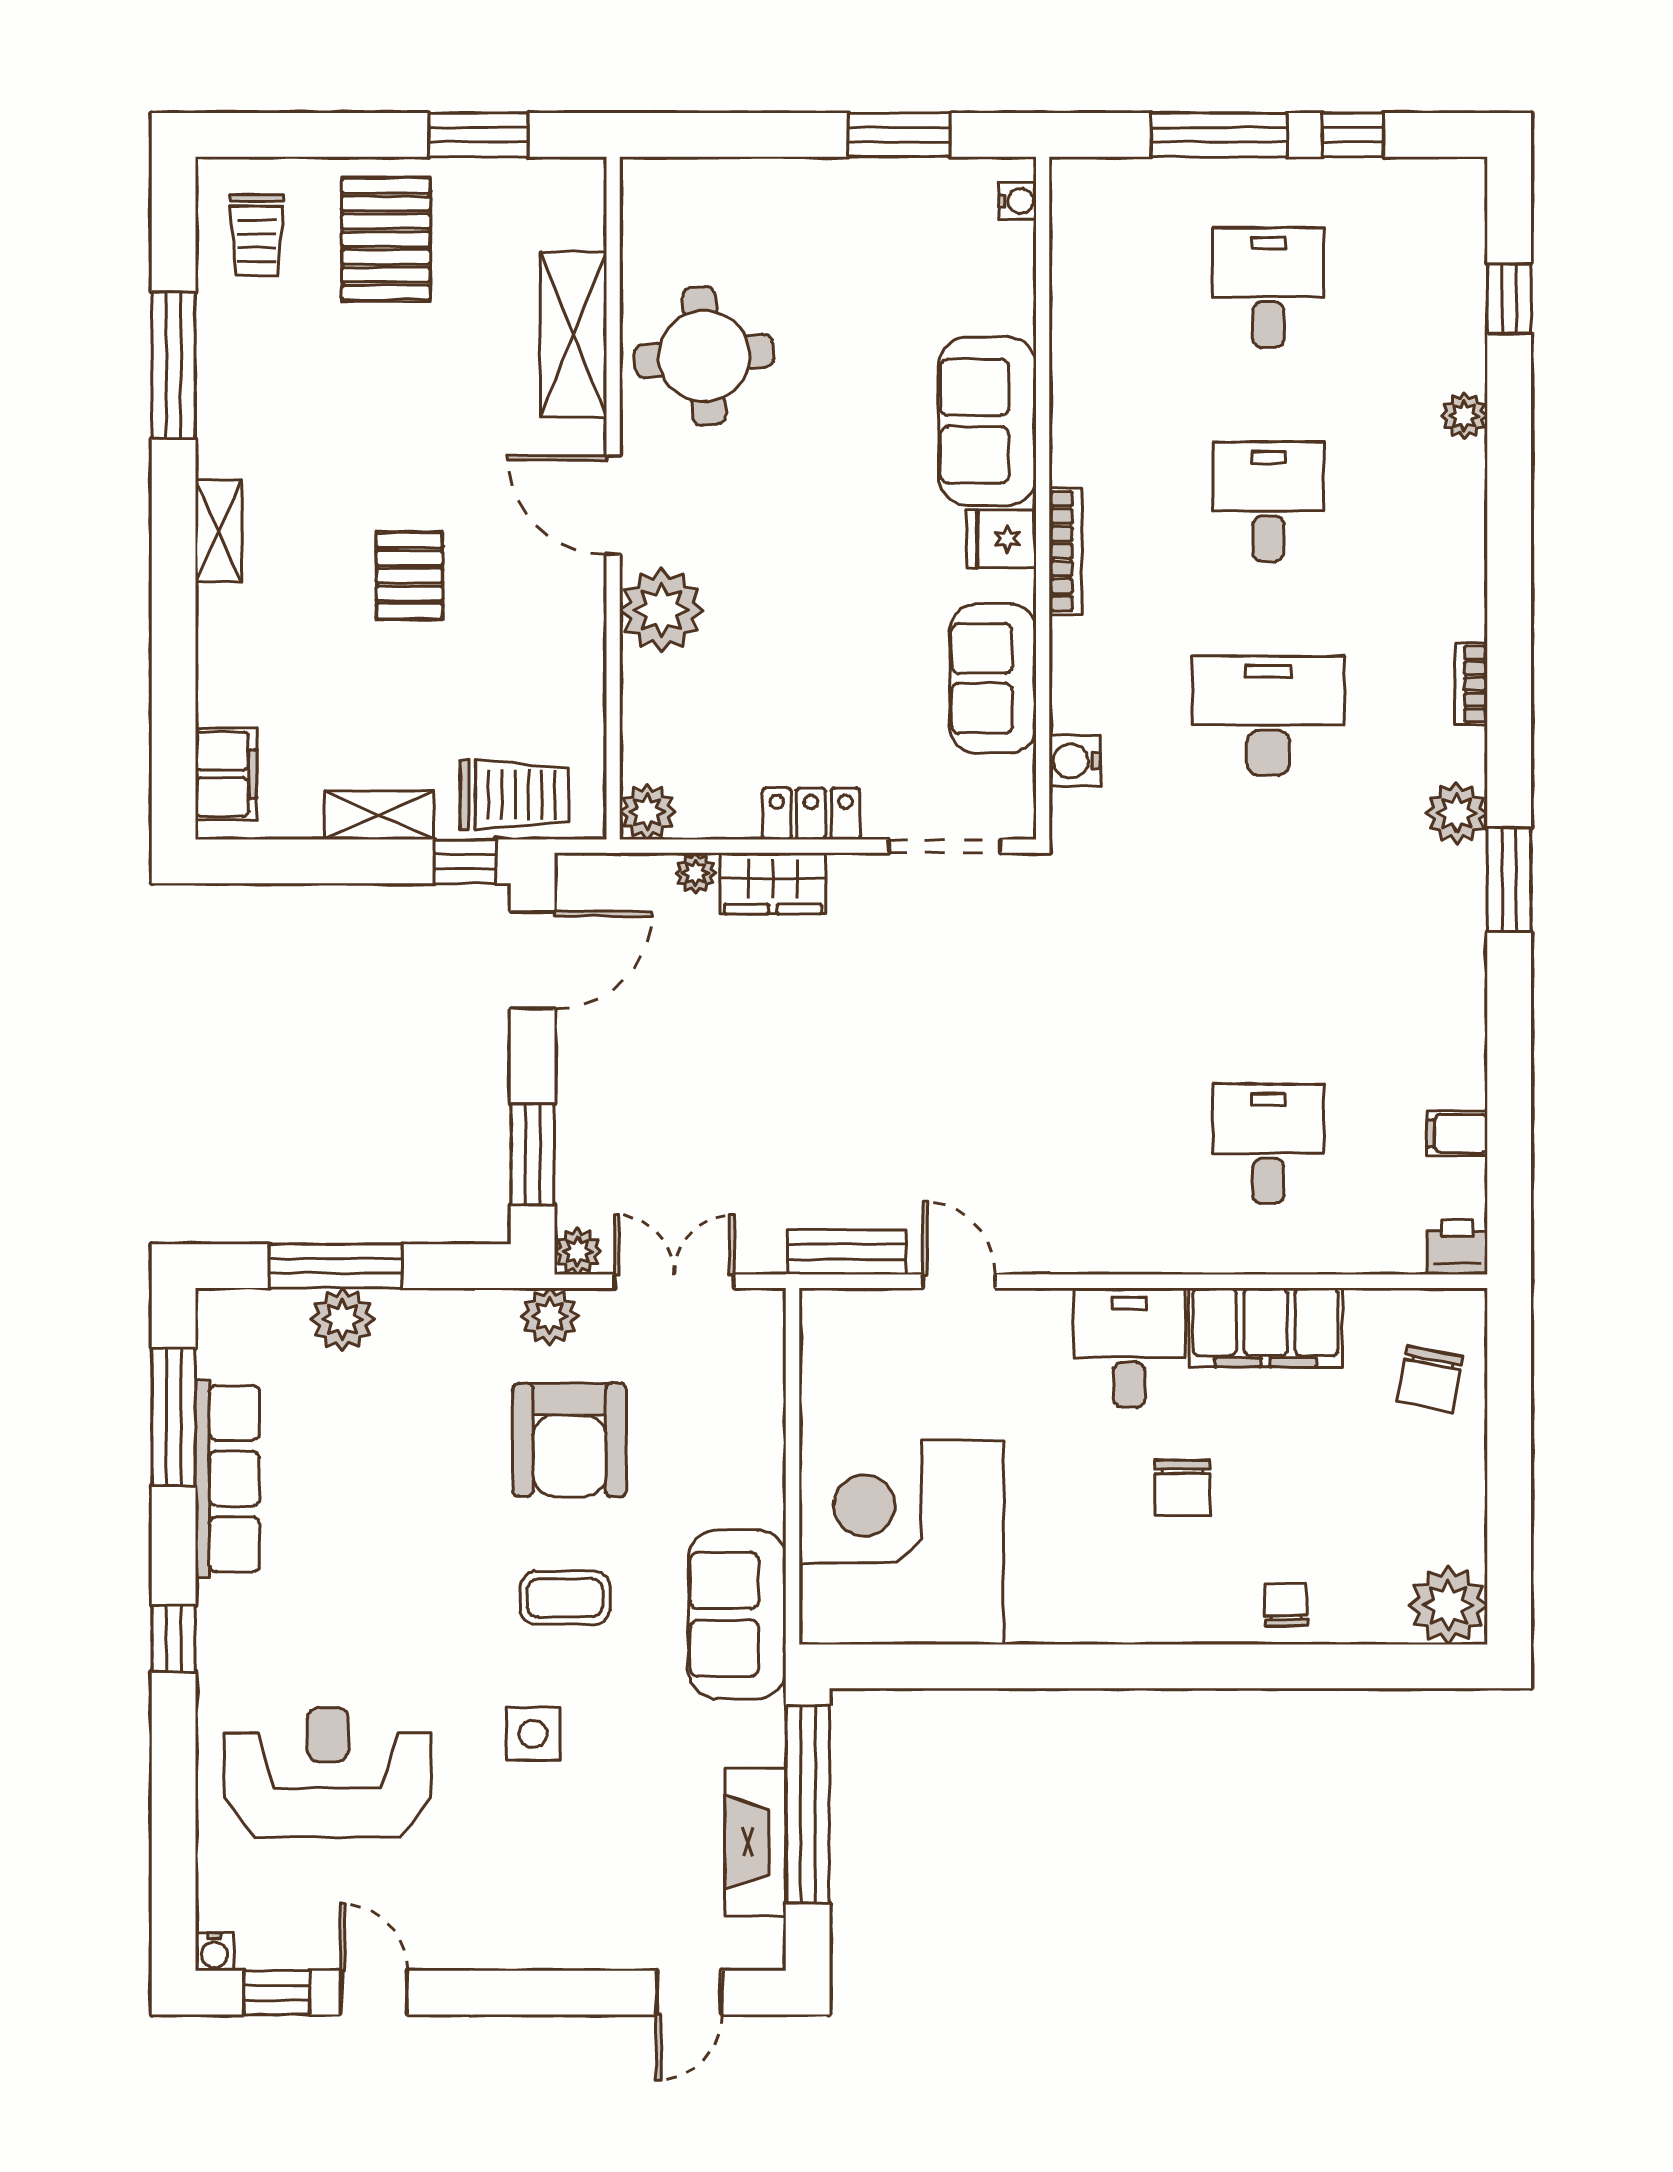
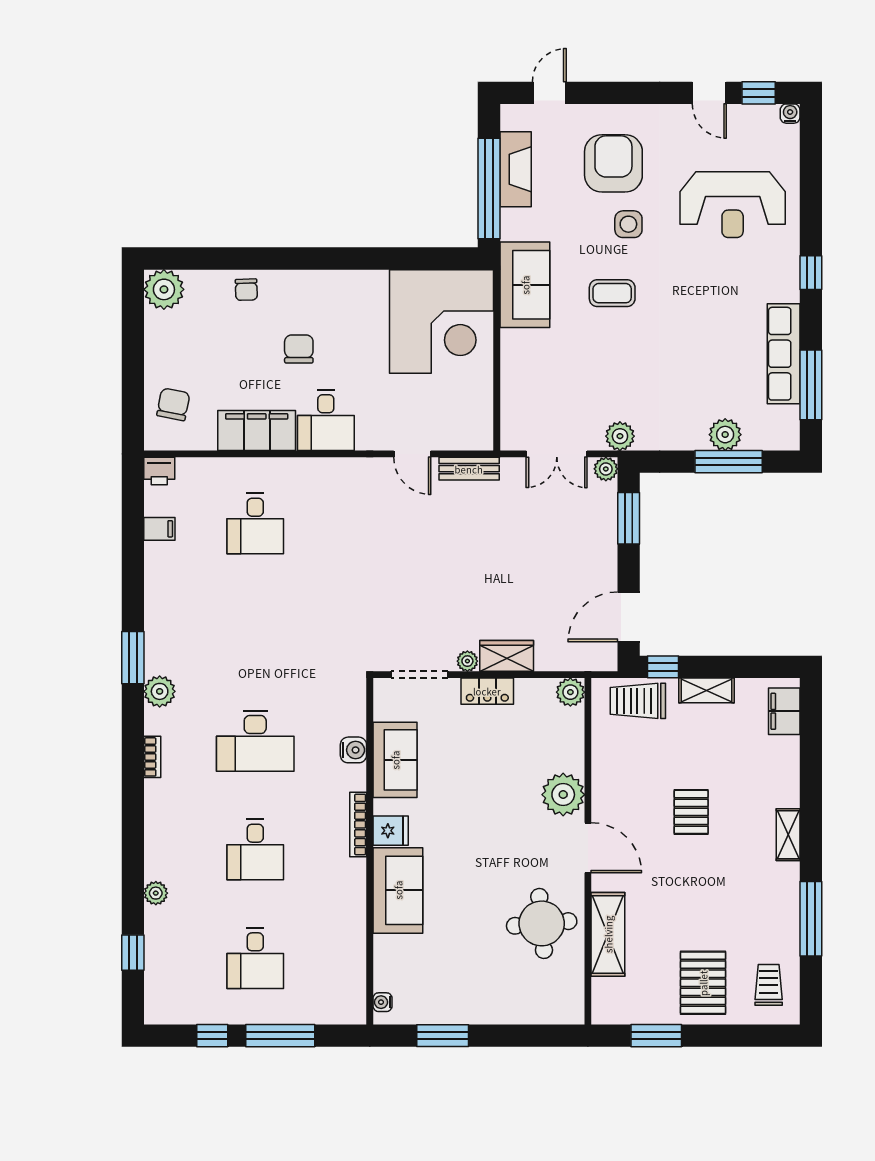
water cooler: (1075, 761) -> (353, 750), moved
plant: (696, 873) -> (467, 661), moved
armchair: (569, 1440) -> (613, 163), moved

